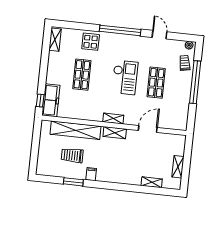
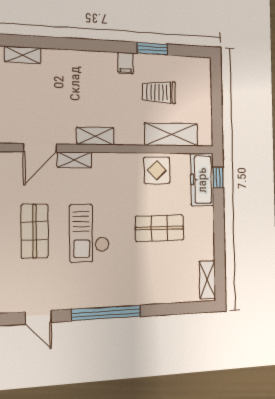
display table: (91, 42) -> (157, 170), moved
shop shelf: (82, 75) -> (160, 228), turned 90
shelving: (113, 119) -> (74, 160), moved
shelving: (76, 130) -> (171, 135), width x0.68
trolley: (72, 155) -> (159, 92), turned 180

